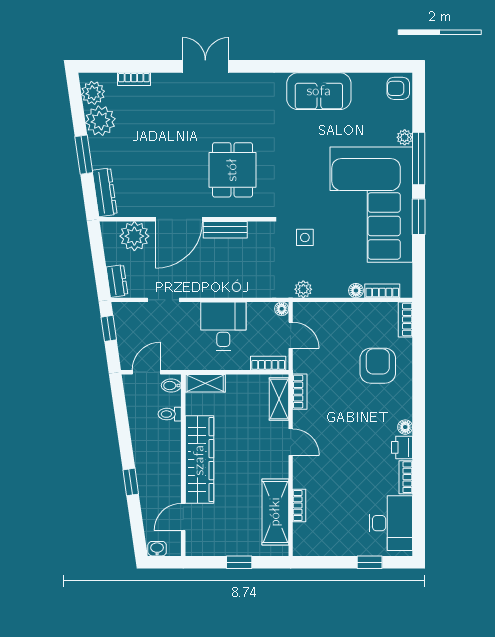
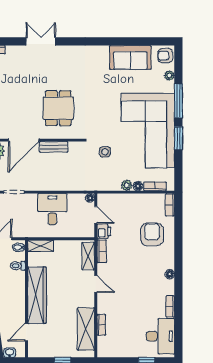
sofa: (319, 91) -> (130, 57), moved
plant: (405, 137) -> (169, 76), moved
plant: (303, 289) -> (127, 185), moved
bookcase: (268, 363) -> (81, 233), removed
printer: (402, 447) -> (104, 231), moved, turned 180

